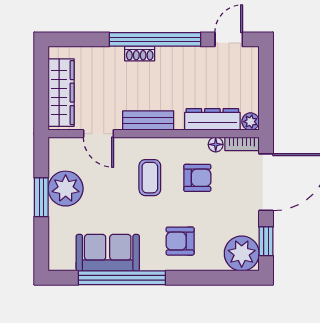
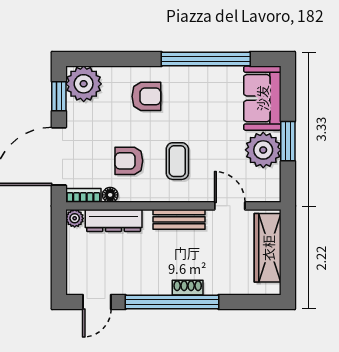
sofa: (108, 253) -> (262, 98), moved, turned 90

